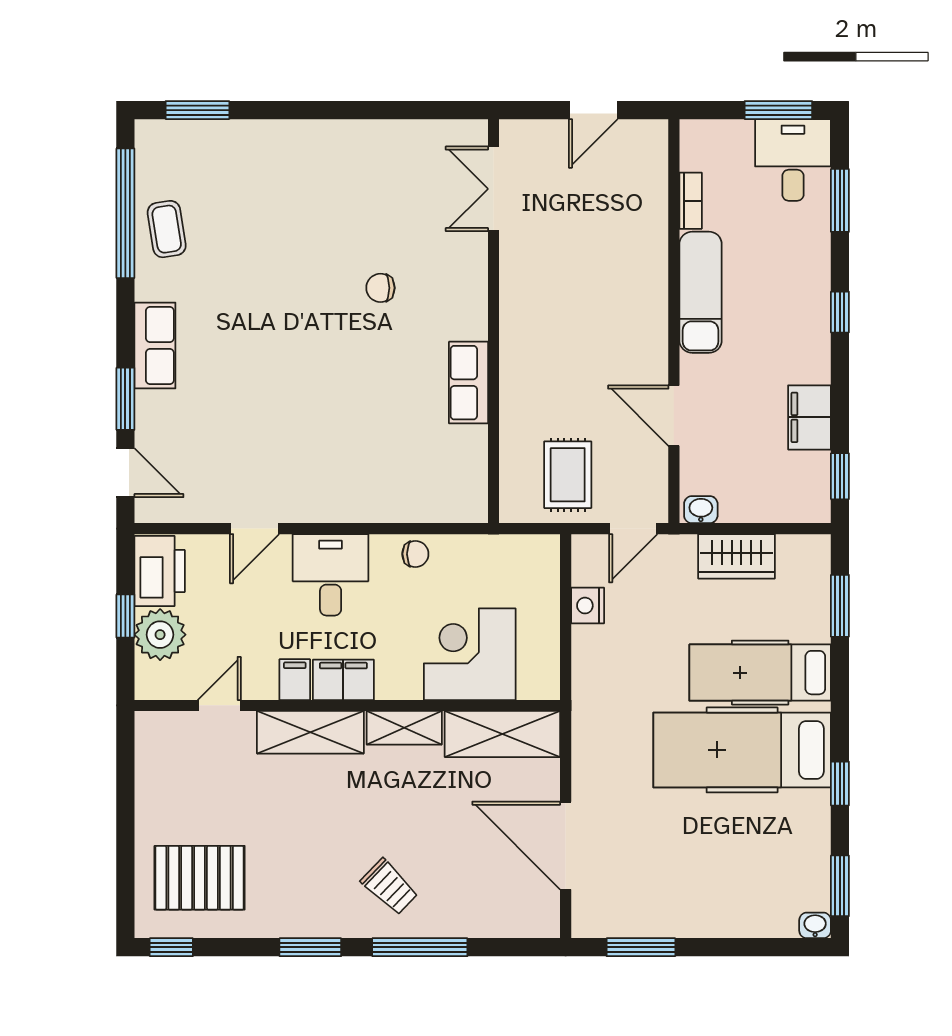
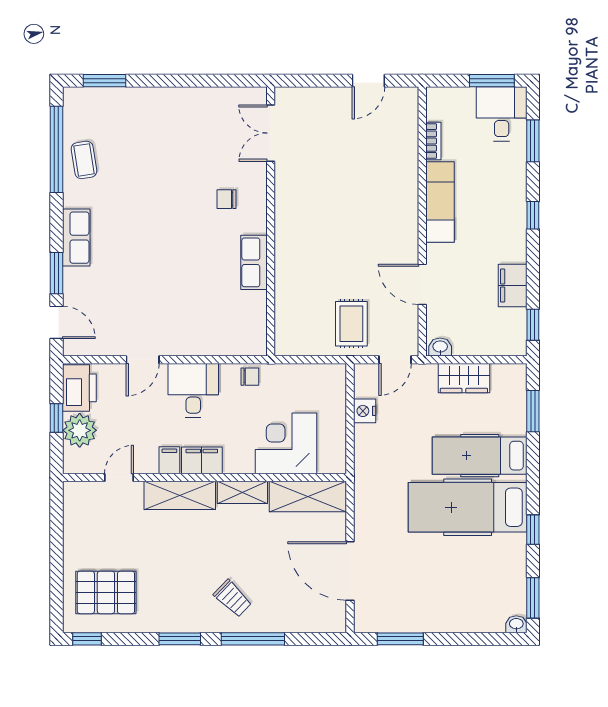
double door: (493, 189) -> (271, 133), moved
wall: (493, 321) -> (271, 221), moved
row of seats: (469, 383) -> (254, 262), moved

